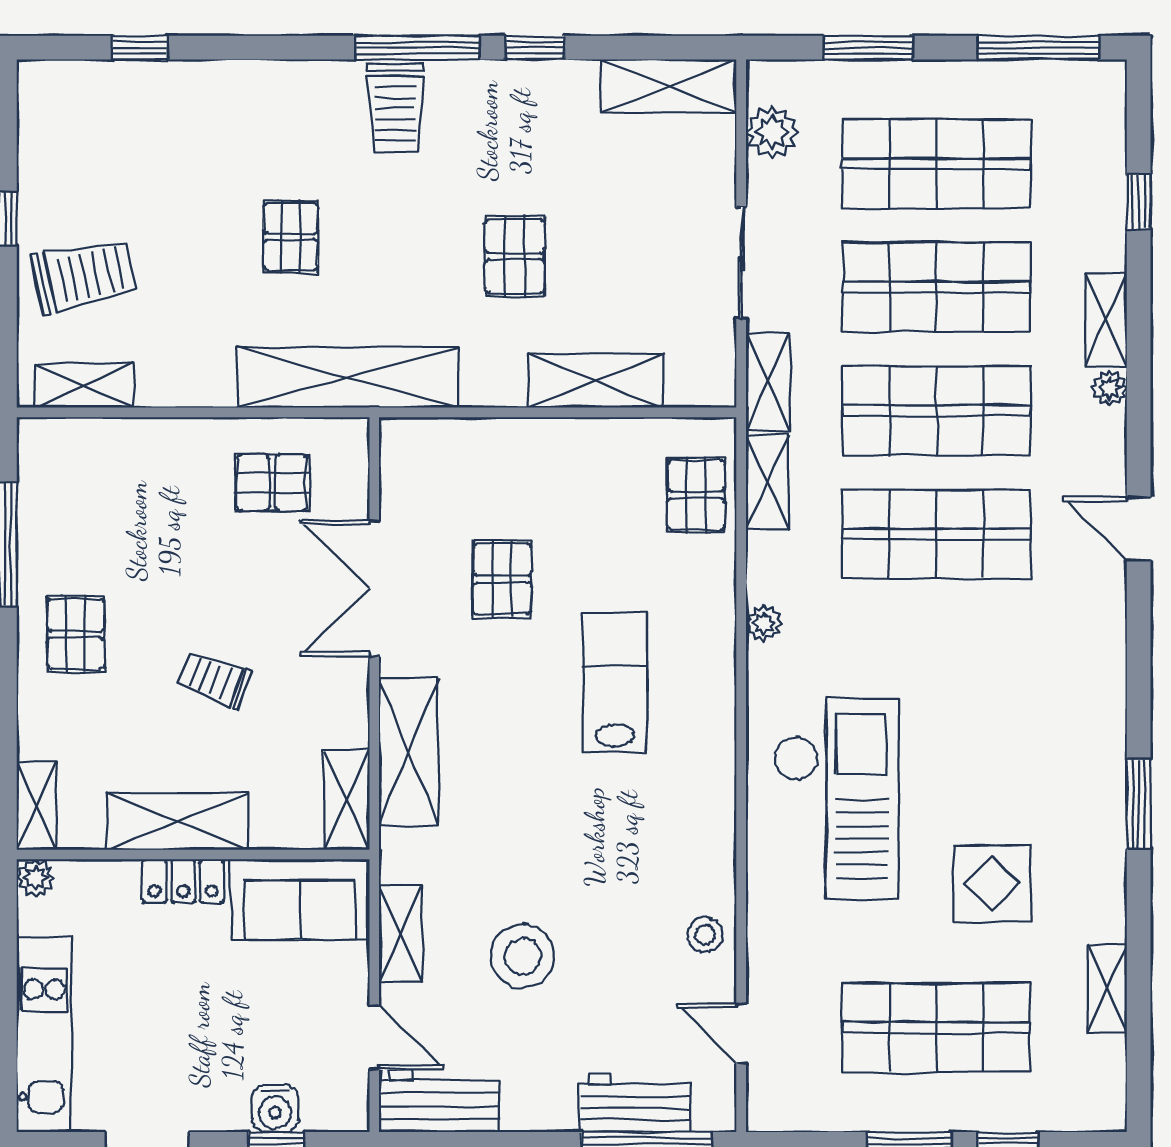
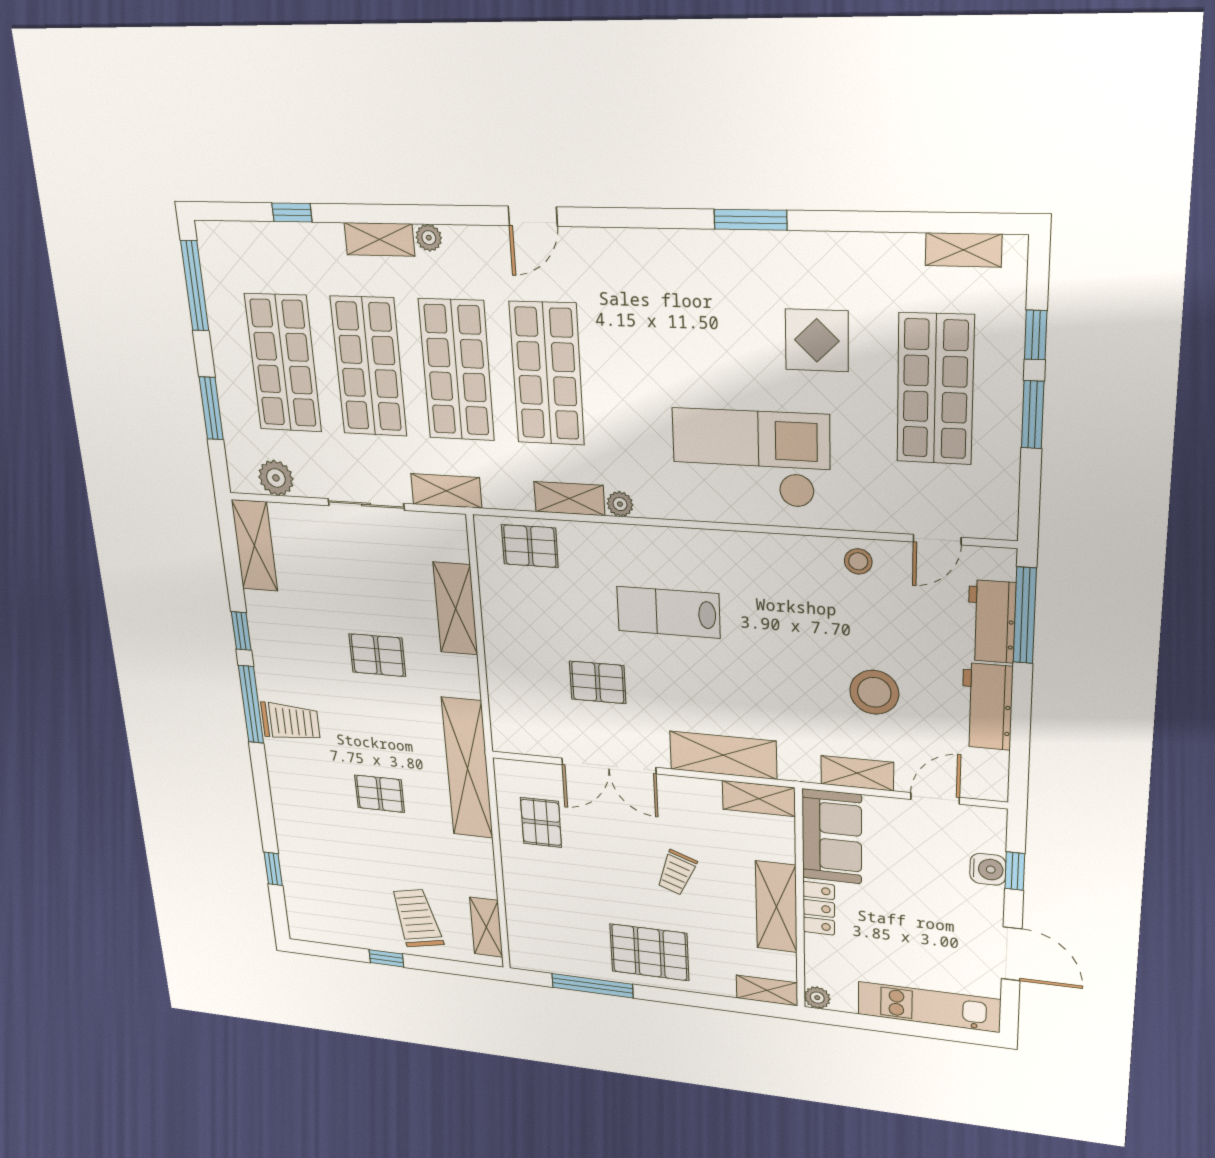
shelving: (767, 482) -> (569, 499), moved
pallet: (76, 634) -> (649, 952), width x1.50, depth x1.42
shelving: (1107, 989) -> (963, 250), moved
workbench: (439, 1101) -> (987, 707), moved

